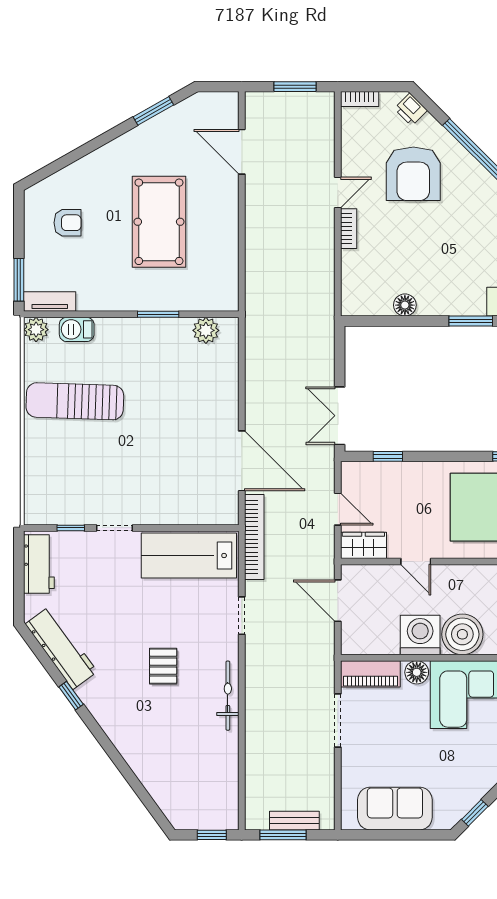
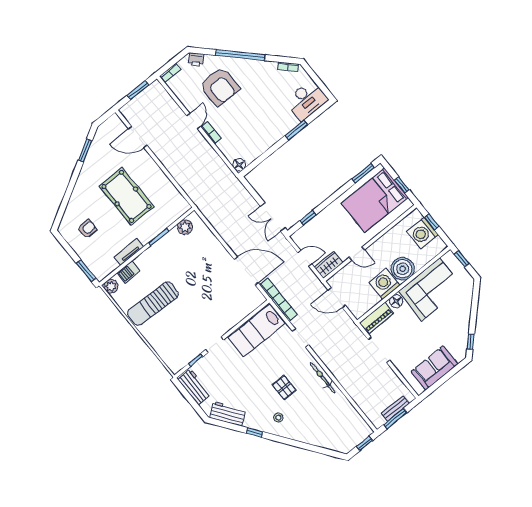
tv unit: (50, 301) -> (129, 252), moved
floor lamp: (405, 305) -> (239, 165), moved
workbench: (61, 648) -> (228, 414), width x0.73
stool: (121, 702) -> (278, 418), added

